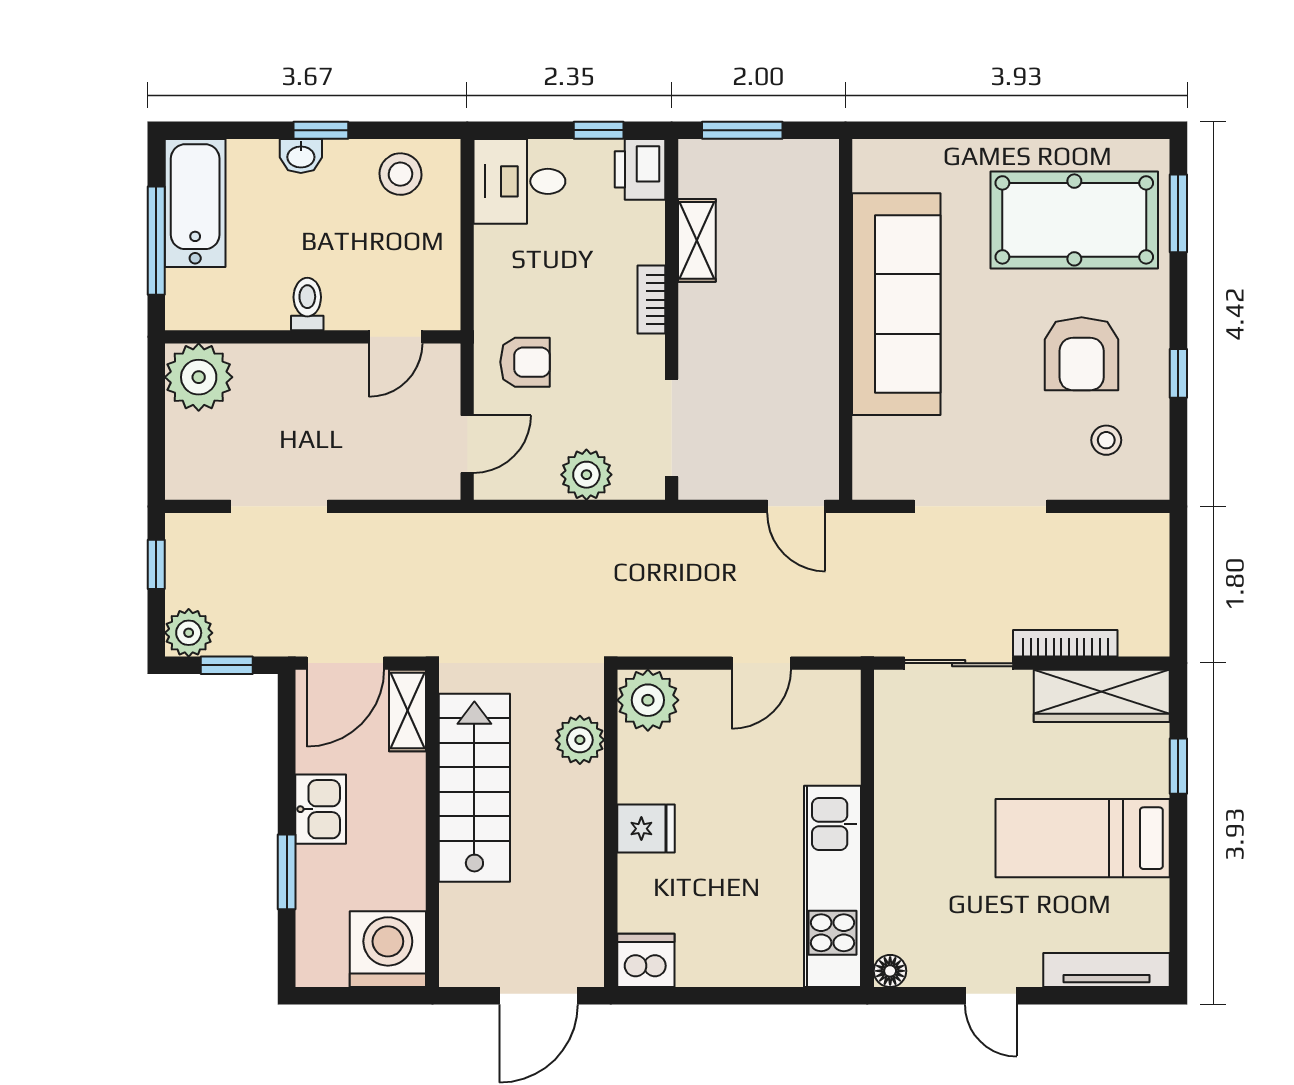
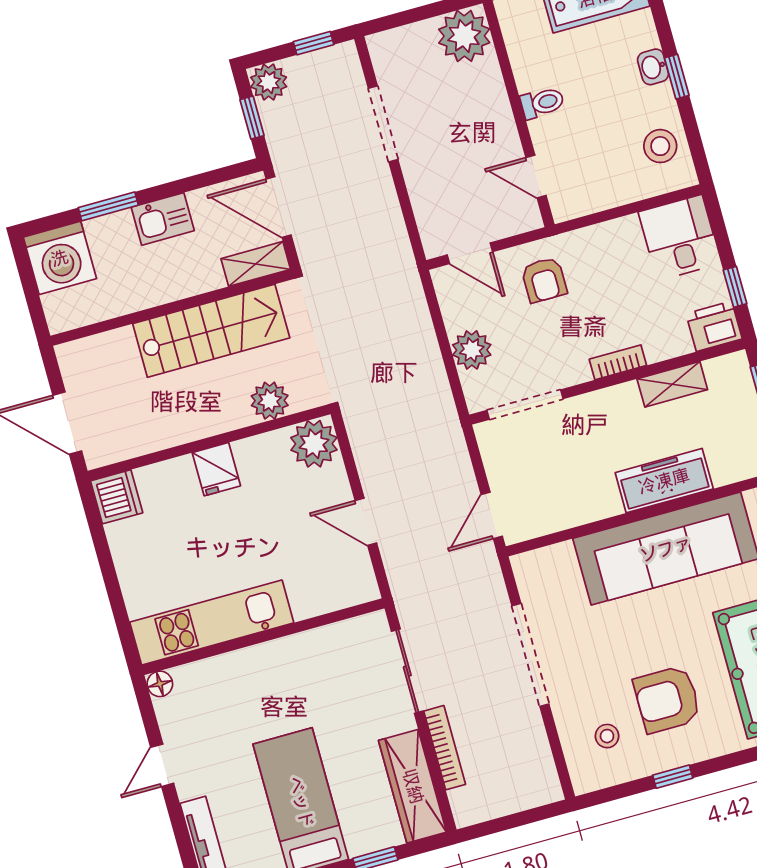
freezer: (812, 283) -> (664, 481), added
washing machine: (388, 949) -> (60, 258), moved, turned 90

